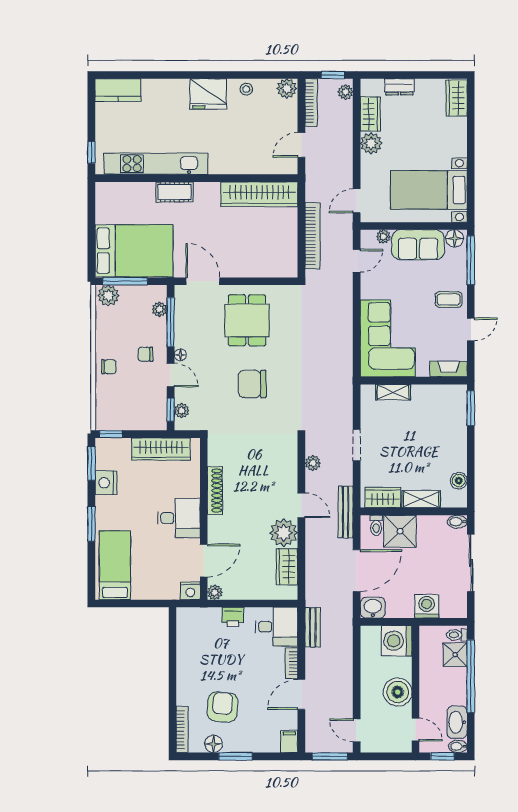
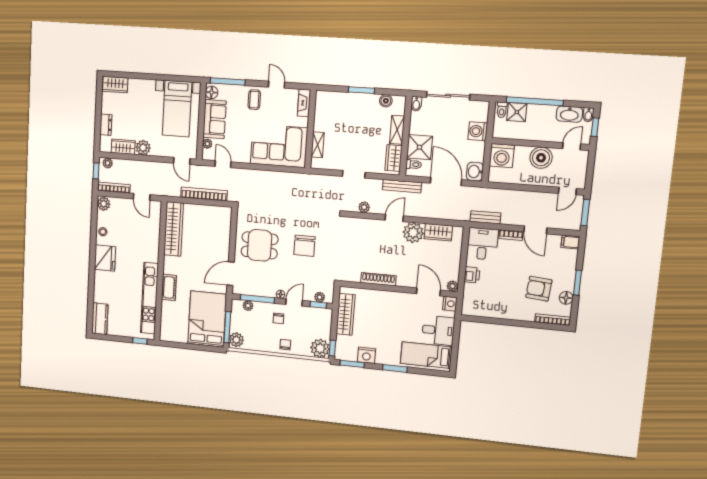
window: (471, 408) -> (361, 90), moved
plant: (109, 417) -> (320, 348), added
desk: (179, 518) -> (438, 330), moved, turned 90

